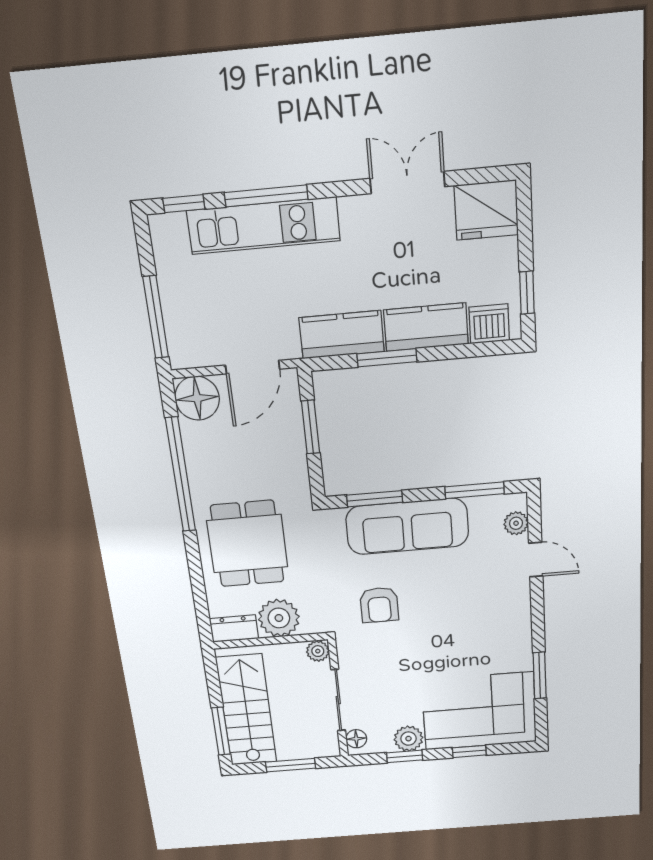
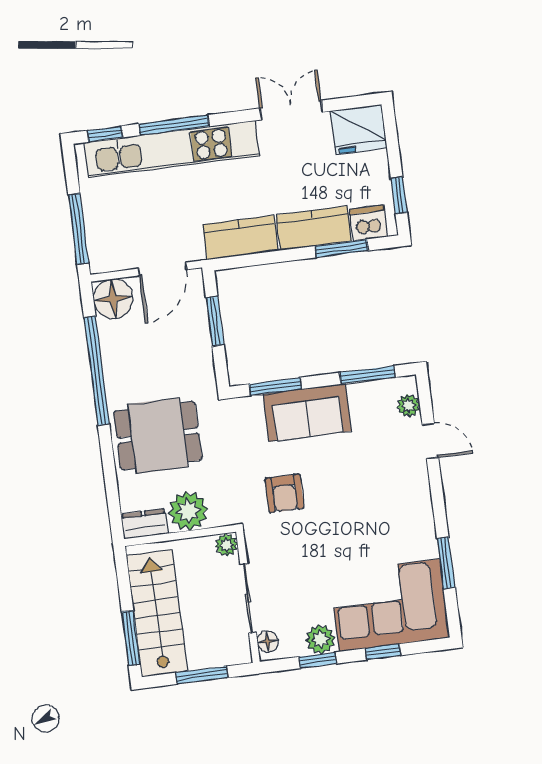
kitchen unit: (264, 226) -> (172, 149), width x1.36
window: (387, 358) -> (341, 248), moved
sofa: (407, 526) -> (307, 412), width x0.73
dining table: (247, 544) -> (158, 436), turned 90

